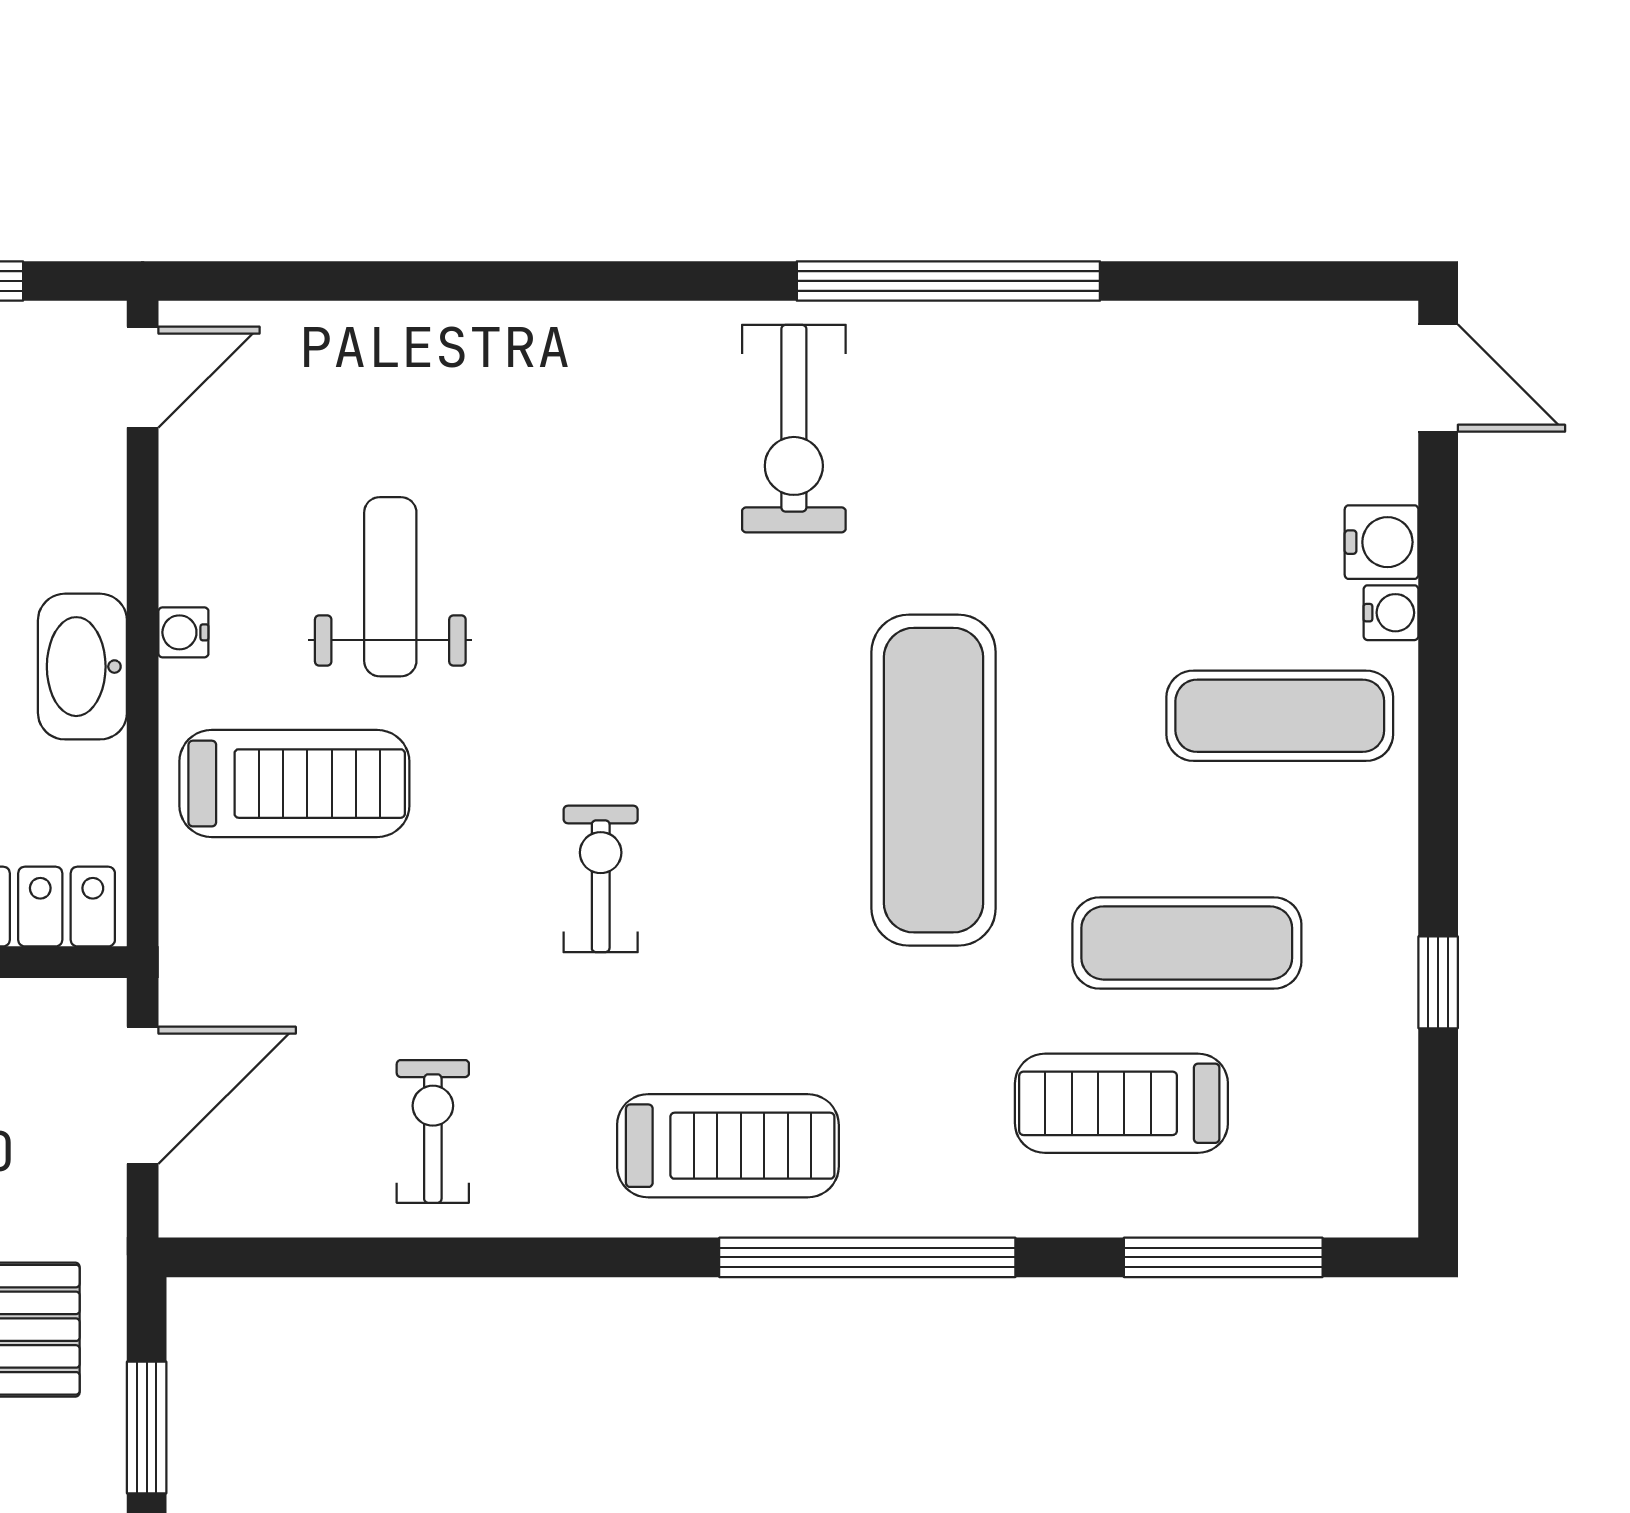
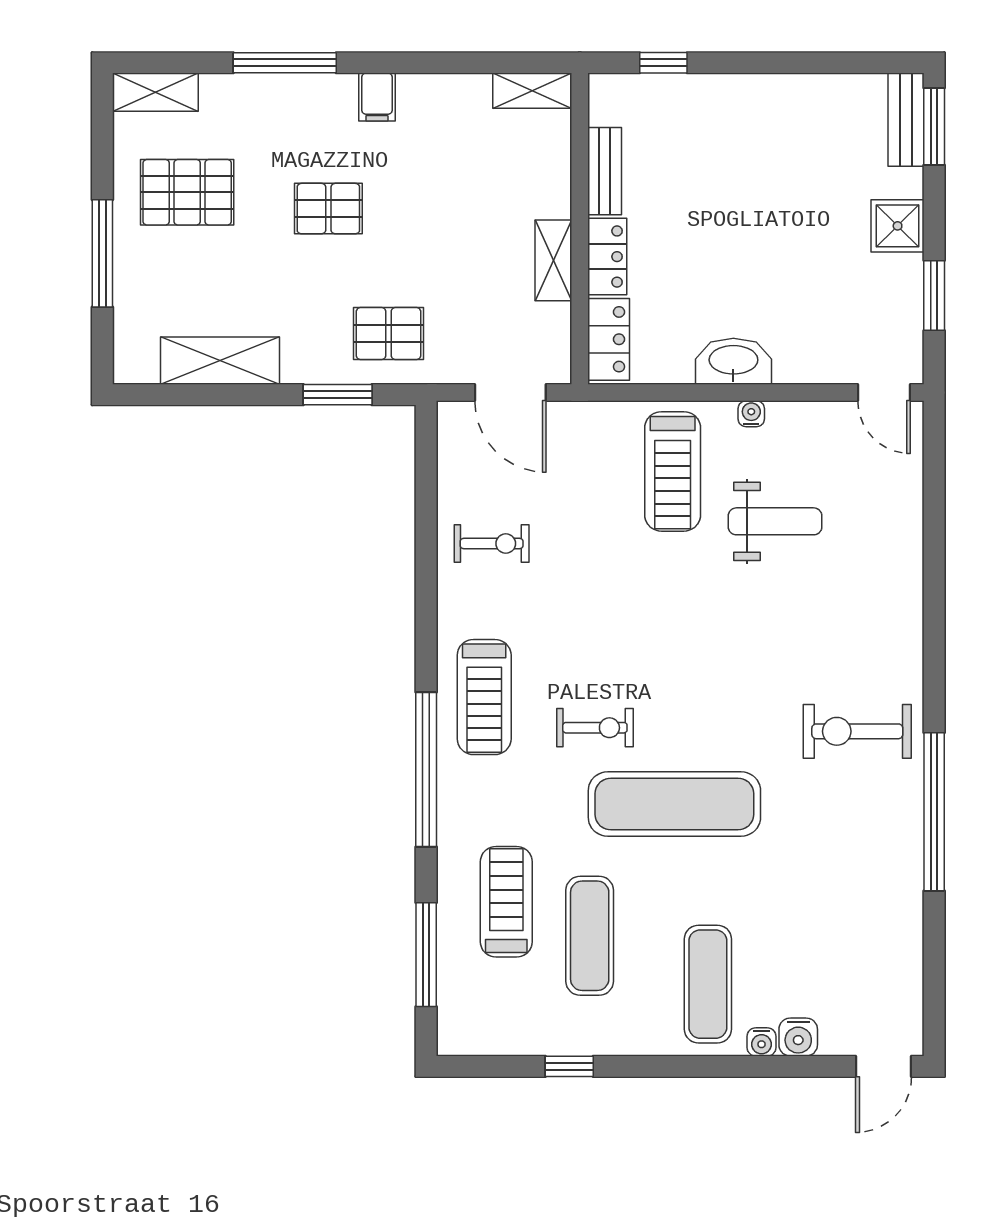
exercise bike: (601, 879) -> (595, 728), moved

